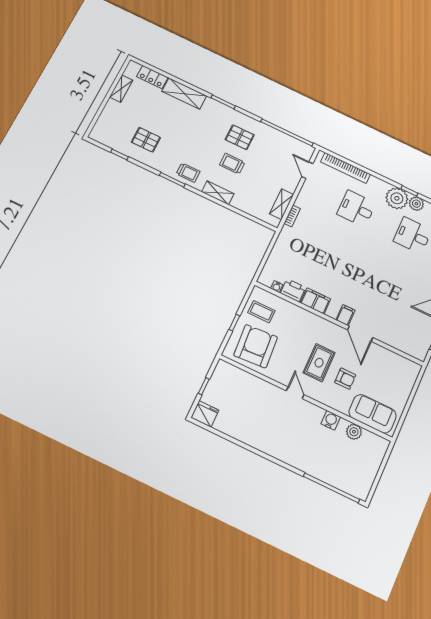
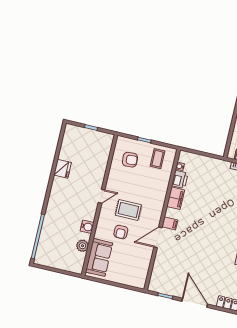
armchair: (256, 346) -> (130, 160), width x0.53, depth x0.53
fridge: (205, 414) -> (62, 169), moved

